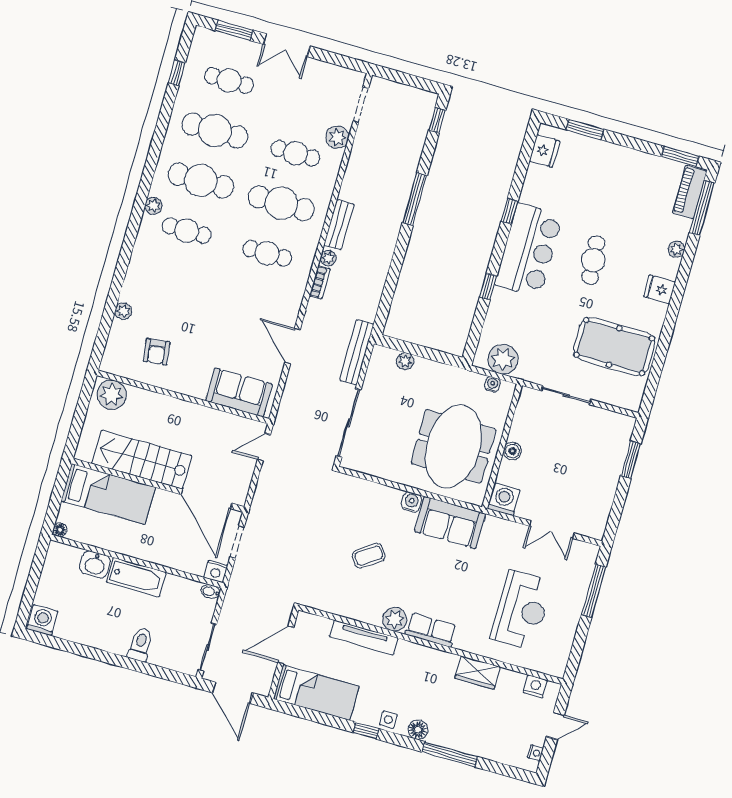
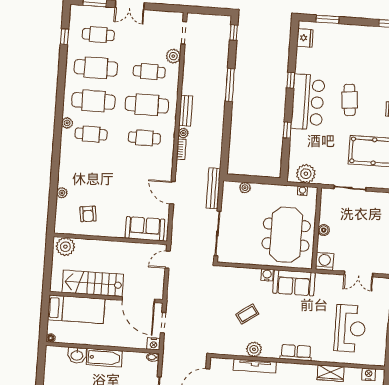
plant: (395, 619) -> (254, 349), moved

